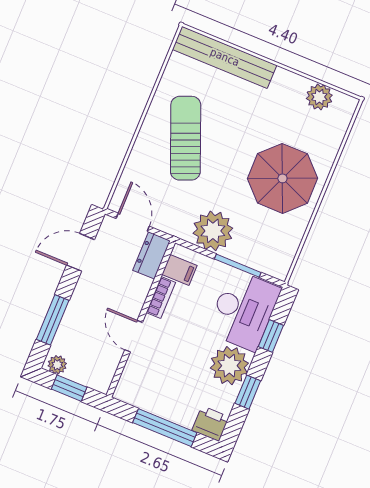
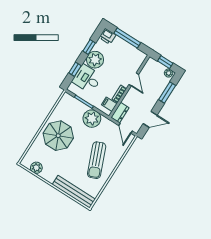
desk: (243, 310) -> (87, 79), width x0.73

